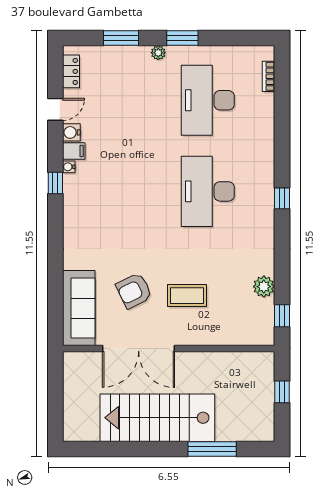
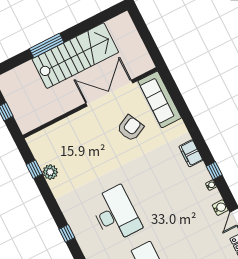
filing cabinet: (74, 151) -> (191, 153), moved, width x2.00
coffee table: (187, 296) -> (96, 142), removed
window: (282, 316) -> (34, 169), moved
window: (212, 449) -> (47, 45), moved

